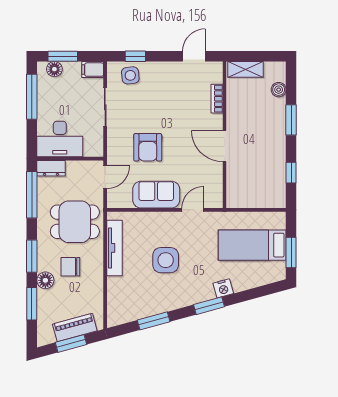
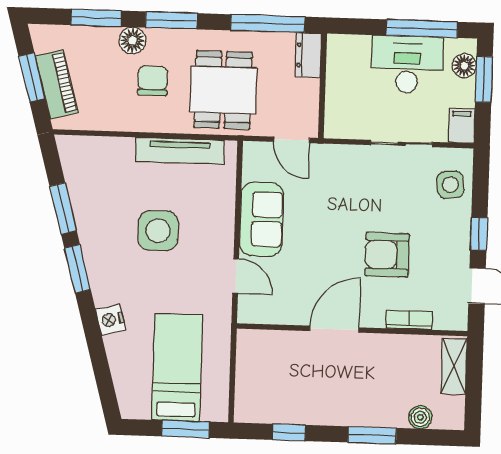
window: (135, 56) -> (479, 234), moved
desk: (60, 139) -> (407, 65), moved, turned 90
armchair: (148, 147) -> (387, 255), moved
window: (291, 252) -> (186, 429), moved
window: (209, 306) -> (78, 269), moved

